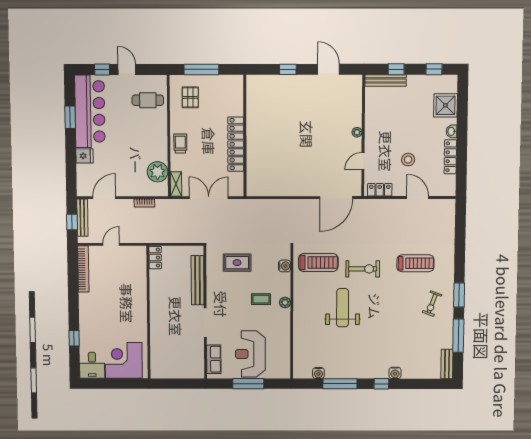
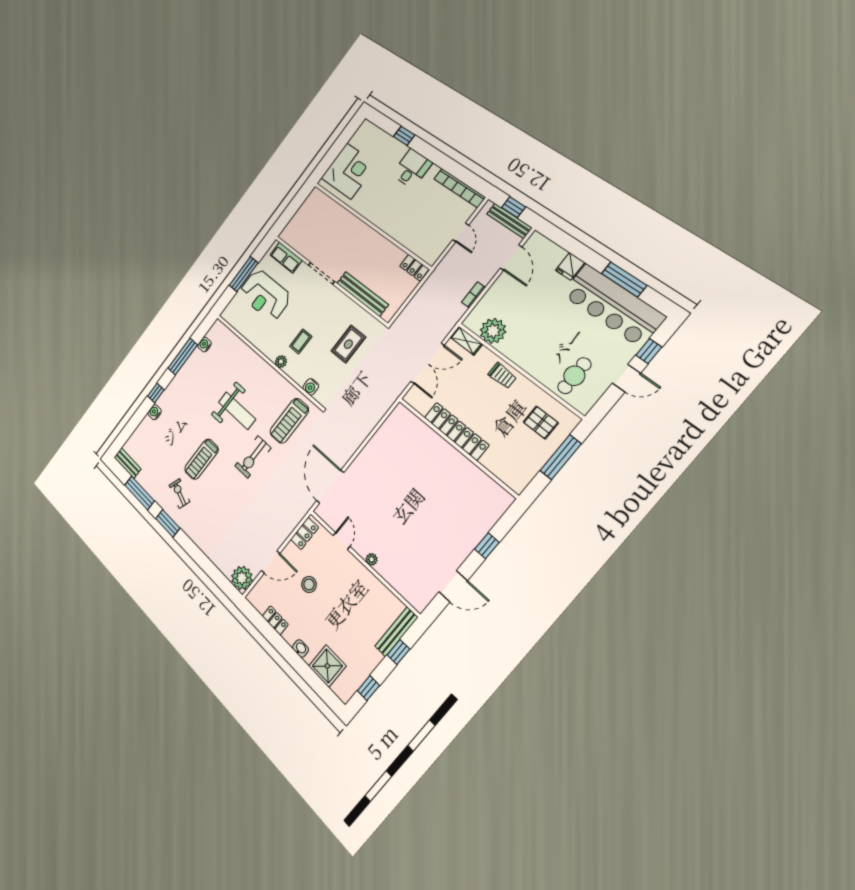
window: (70, 117) -> (624, 279), width x1.44
locker: (450, 157) -> (275, 620), width x0.66
plant: (445, 209) -> (242, 578), added
treadmill: (415, 263) -> (201, 459), moved
reception desk: (250, 354) -> (265, 295), turned 180
desk: (92, 365) -> (412, 169), moved, turned 90

